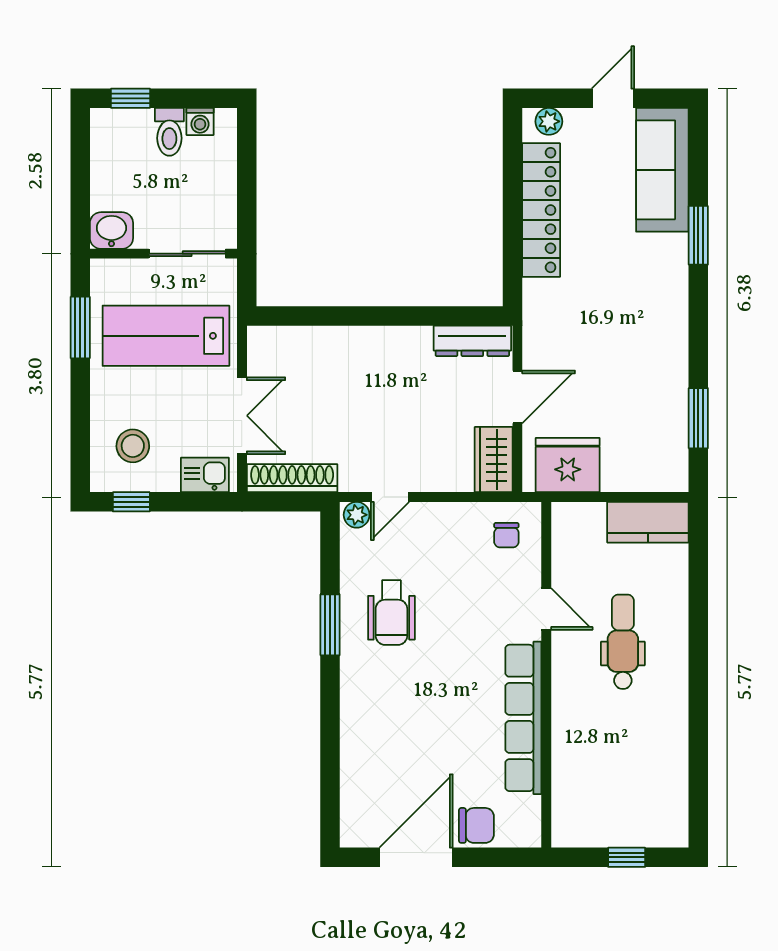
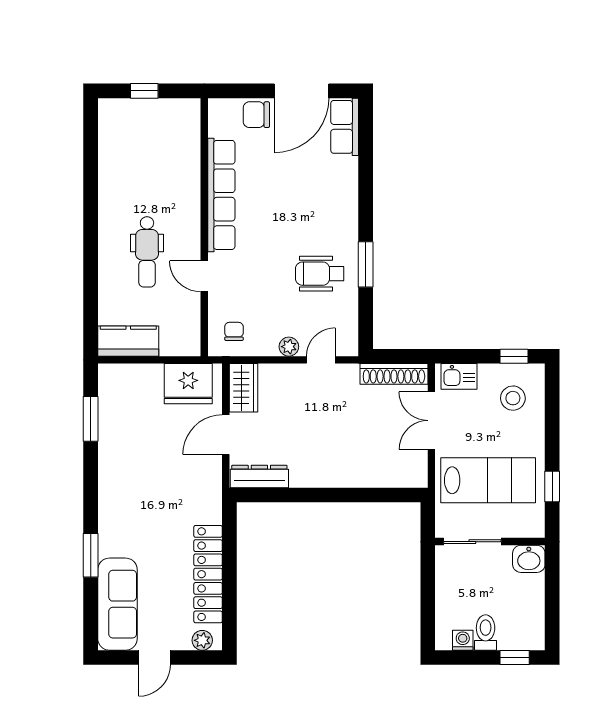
window: (80, 328) -> (552, 486), width x0.67
plant: (357, 515) -> (289, 347), moved
wheelchair: (391, 613) -> (320, 274), turned -90
row of seats: (358, 809) -> (345, 127), added

